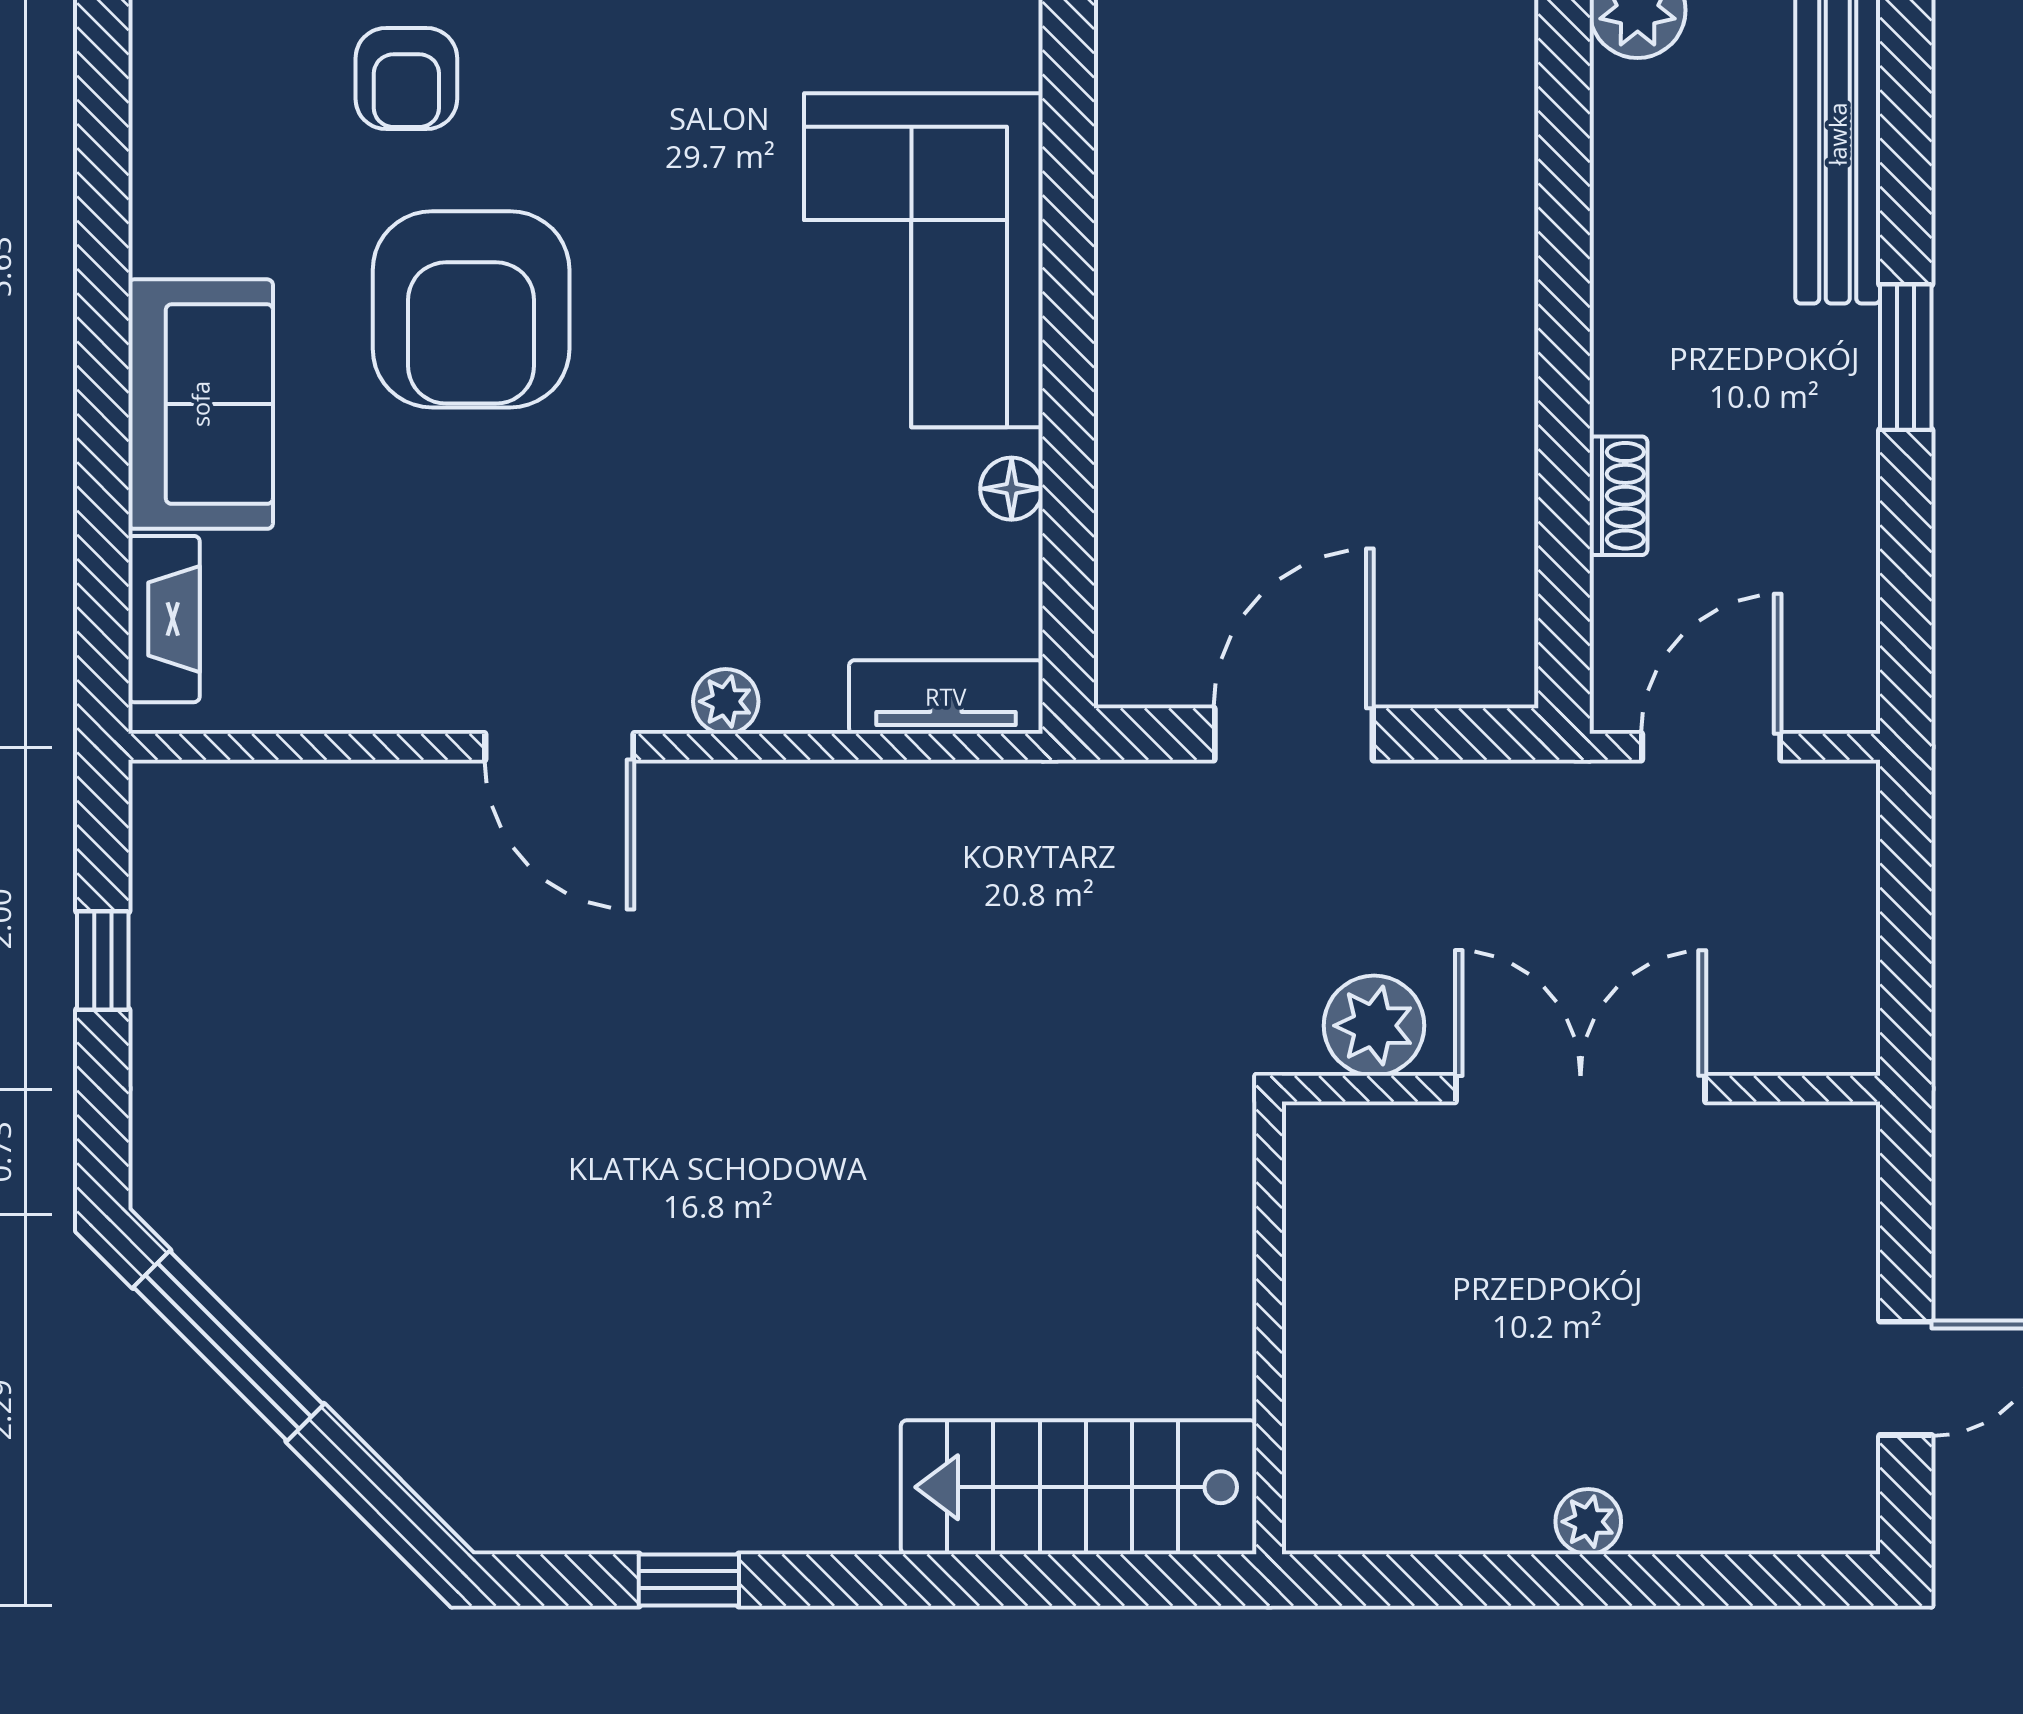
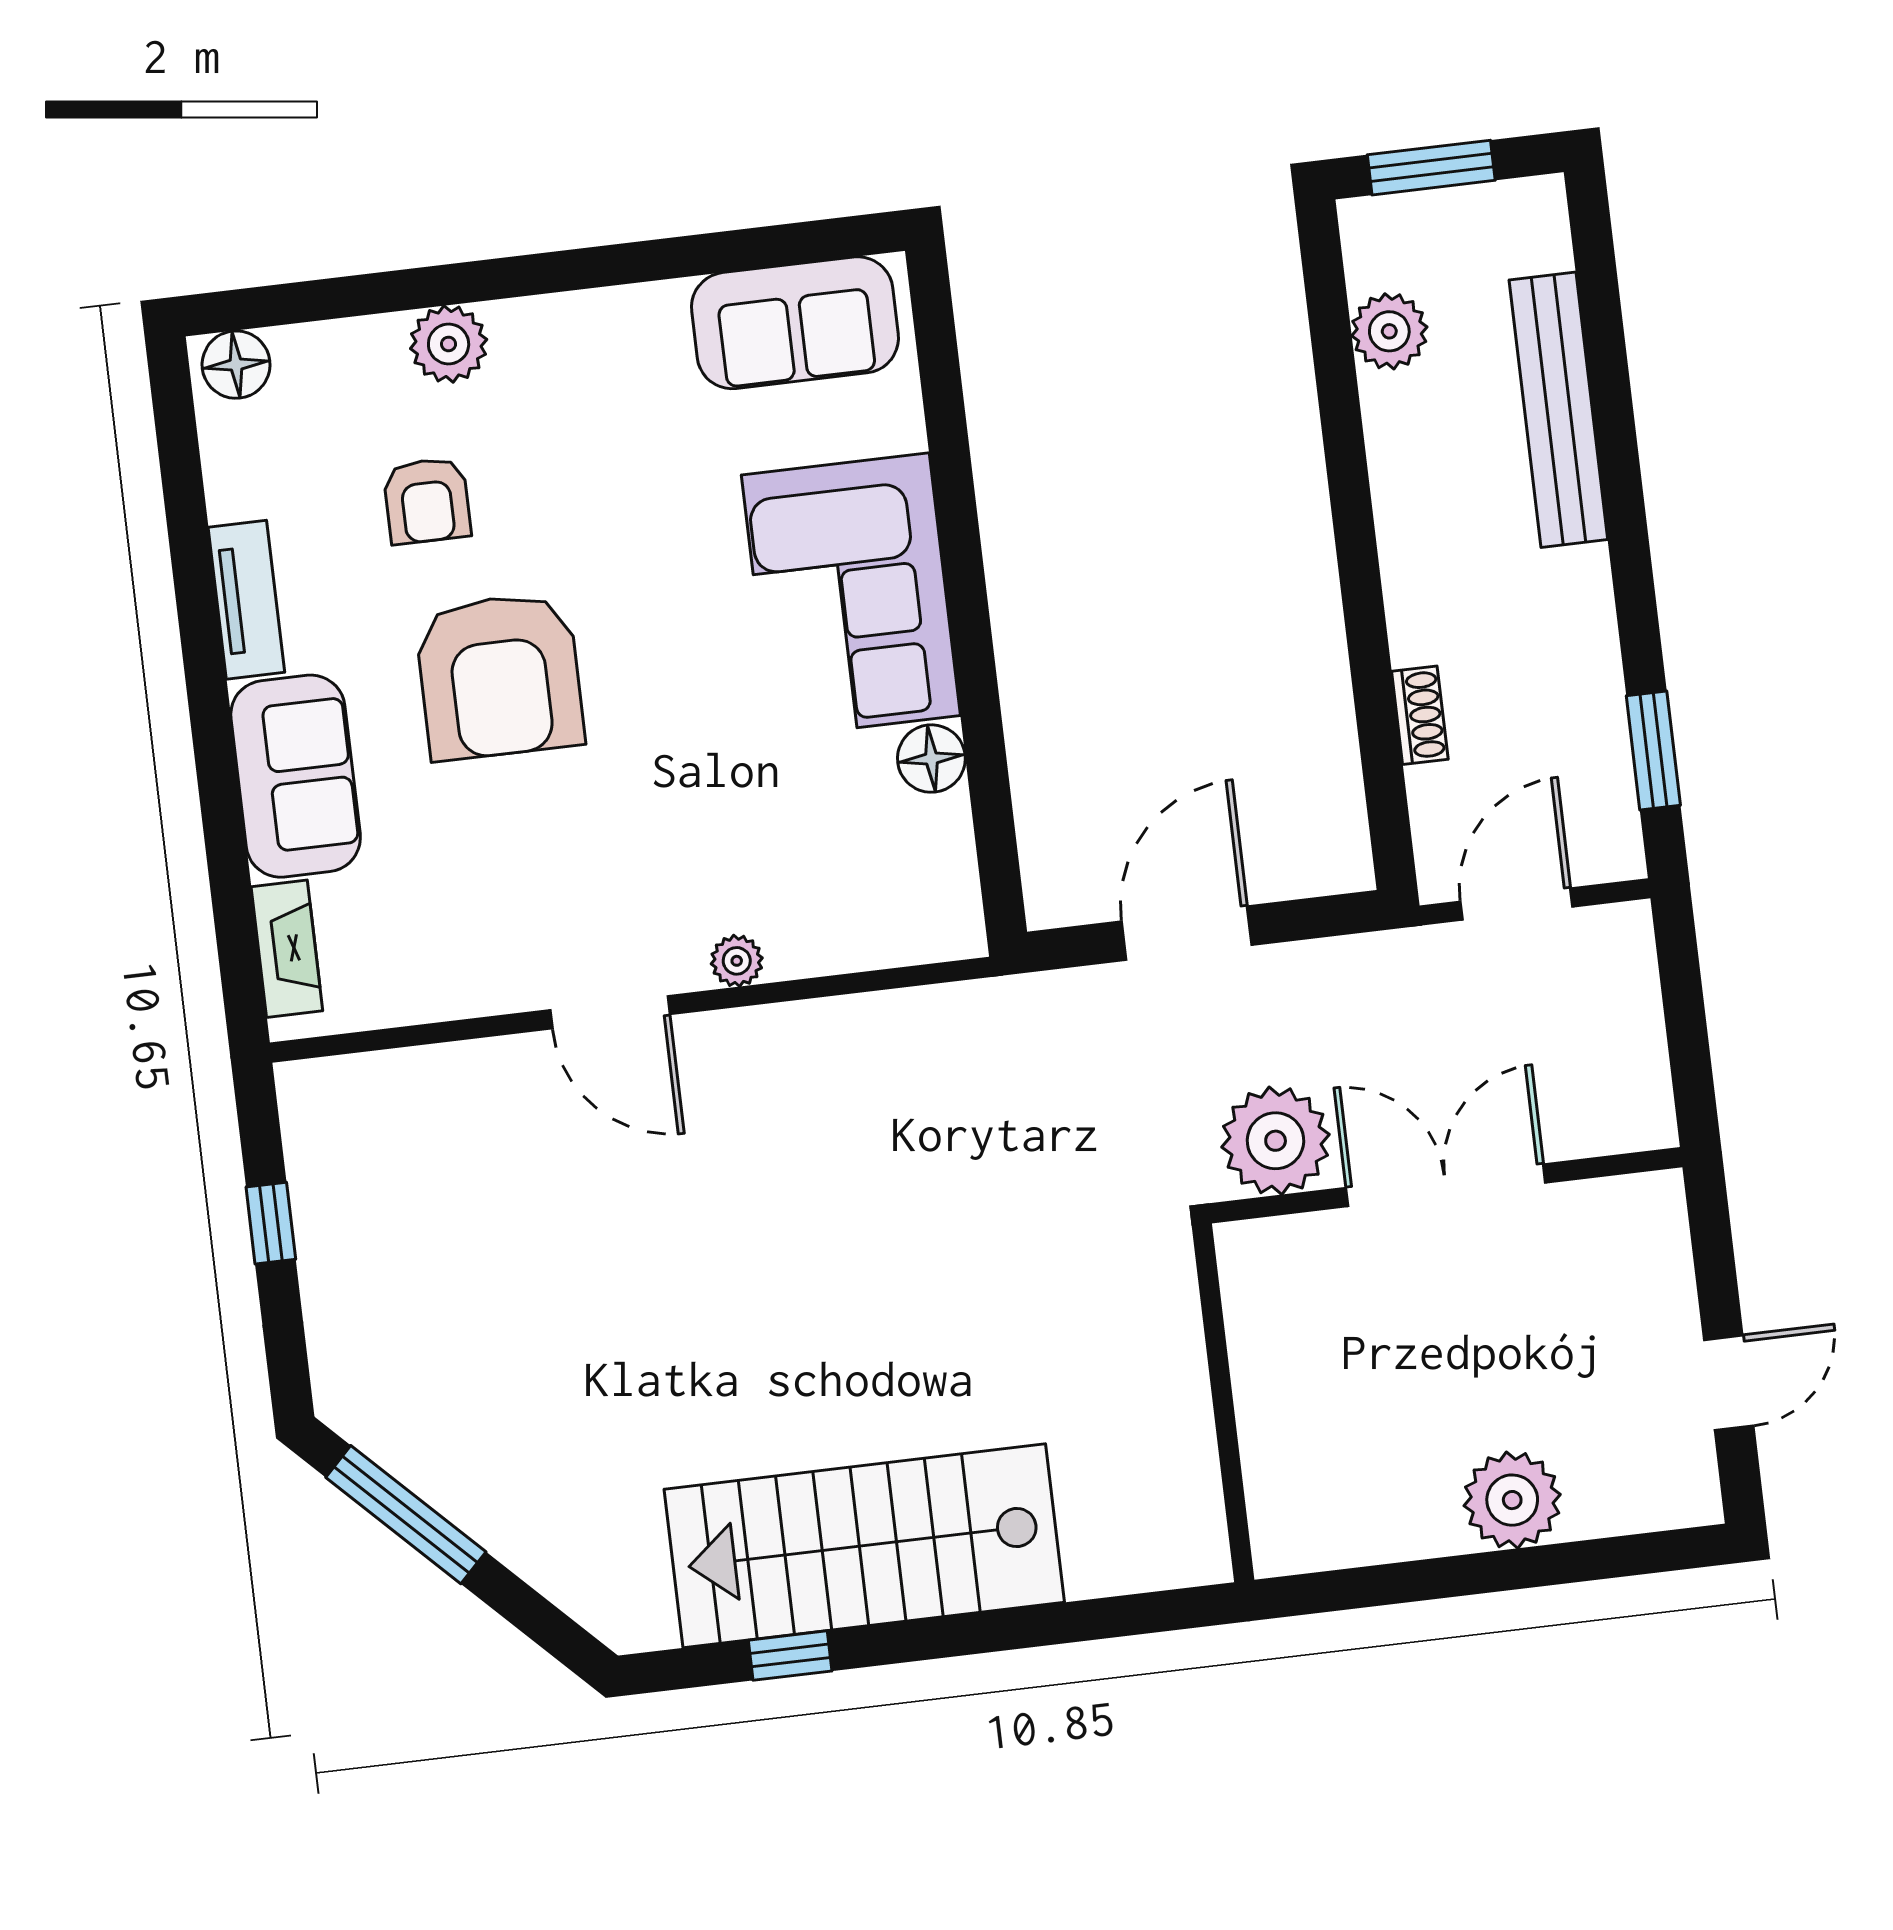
window: (1906, 357) -> (1653, 751), moved
floor lamp: (1012, 489) -> (931, 759), width x1.37, depth x1.37
tv unit: (946, 697) -> (246, 600), moved, turned 90
plant: (1374, 1026) -> (1276, 1141), width x1.36, depth x1.36
stairs: (1079, 1487) -> (864, 1546), moved, width x1.36, depth x1.51
plant: (1588, 1522) -> (1512, 1500), width x1.88, depth x1.88

